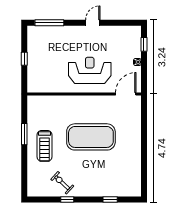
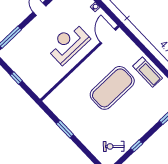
treadmill: (45, 146) -> (148, 72), moved
exercise bike: (62, 183) -> (114, 146), moved

